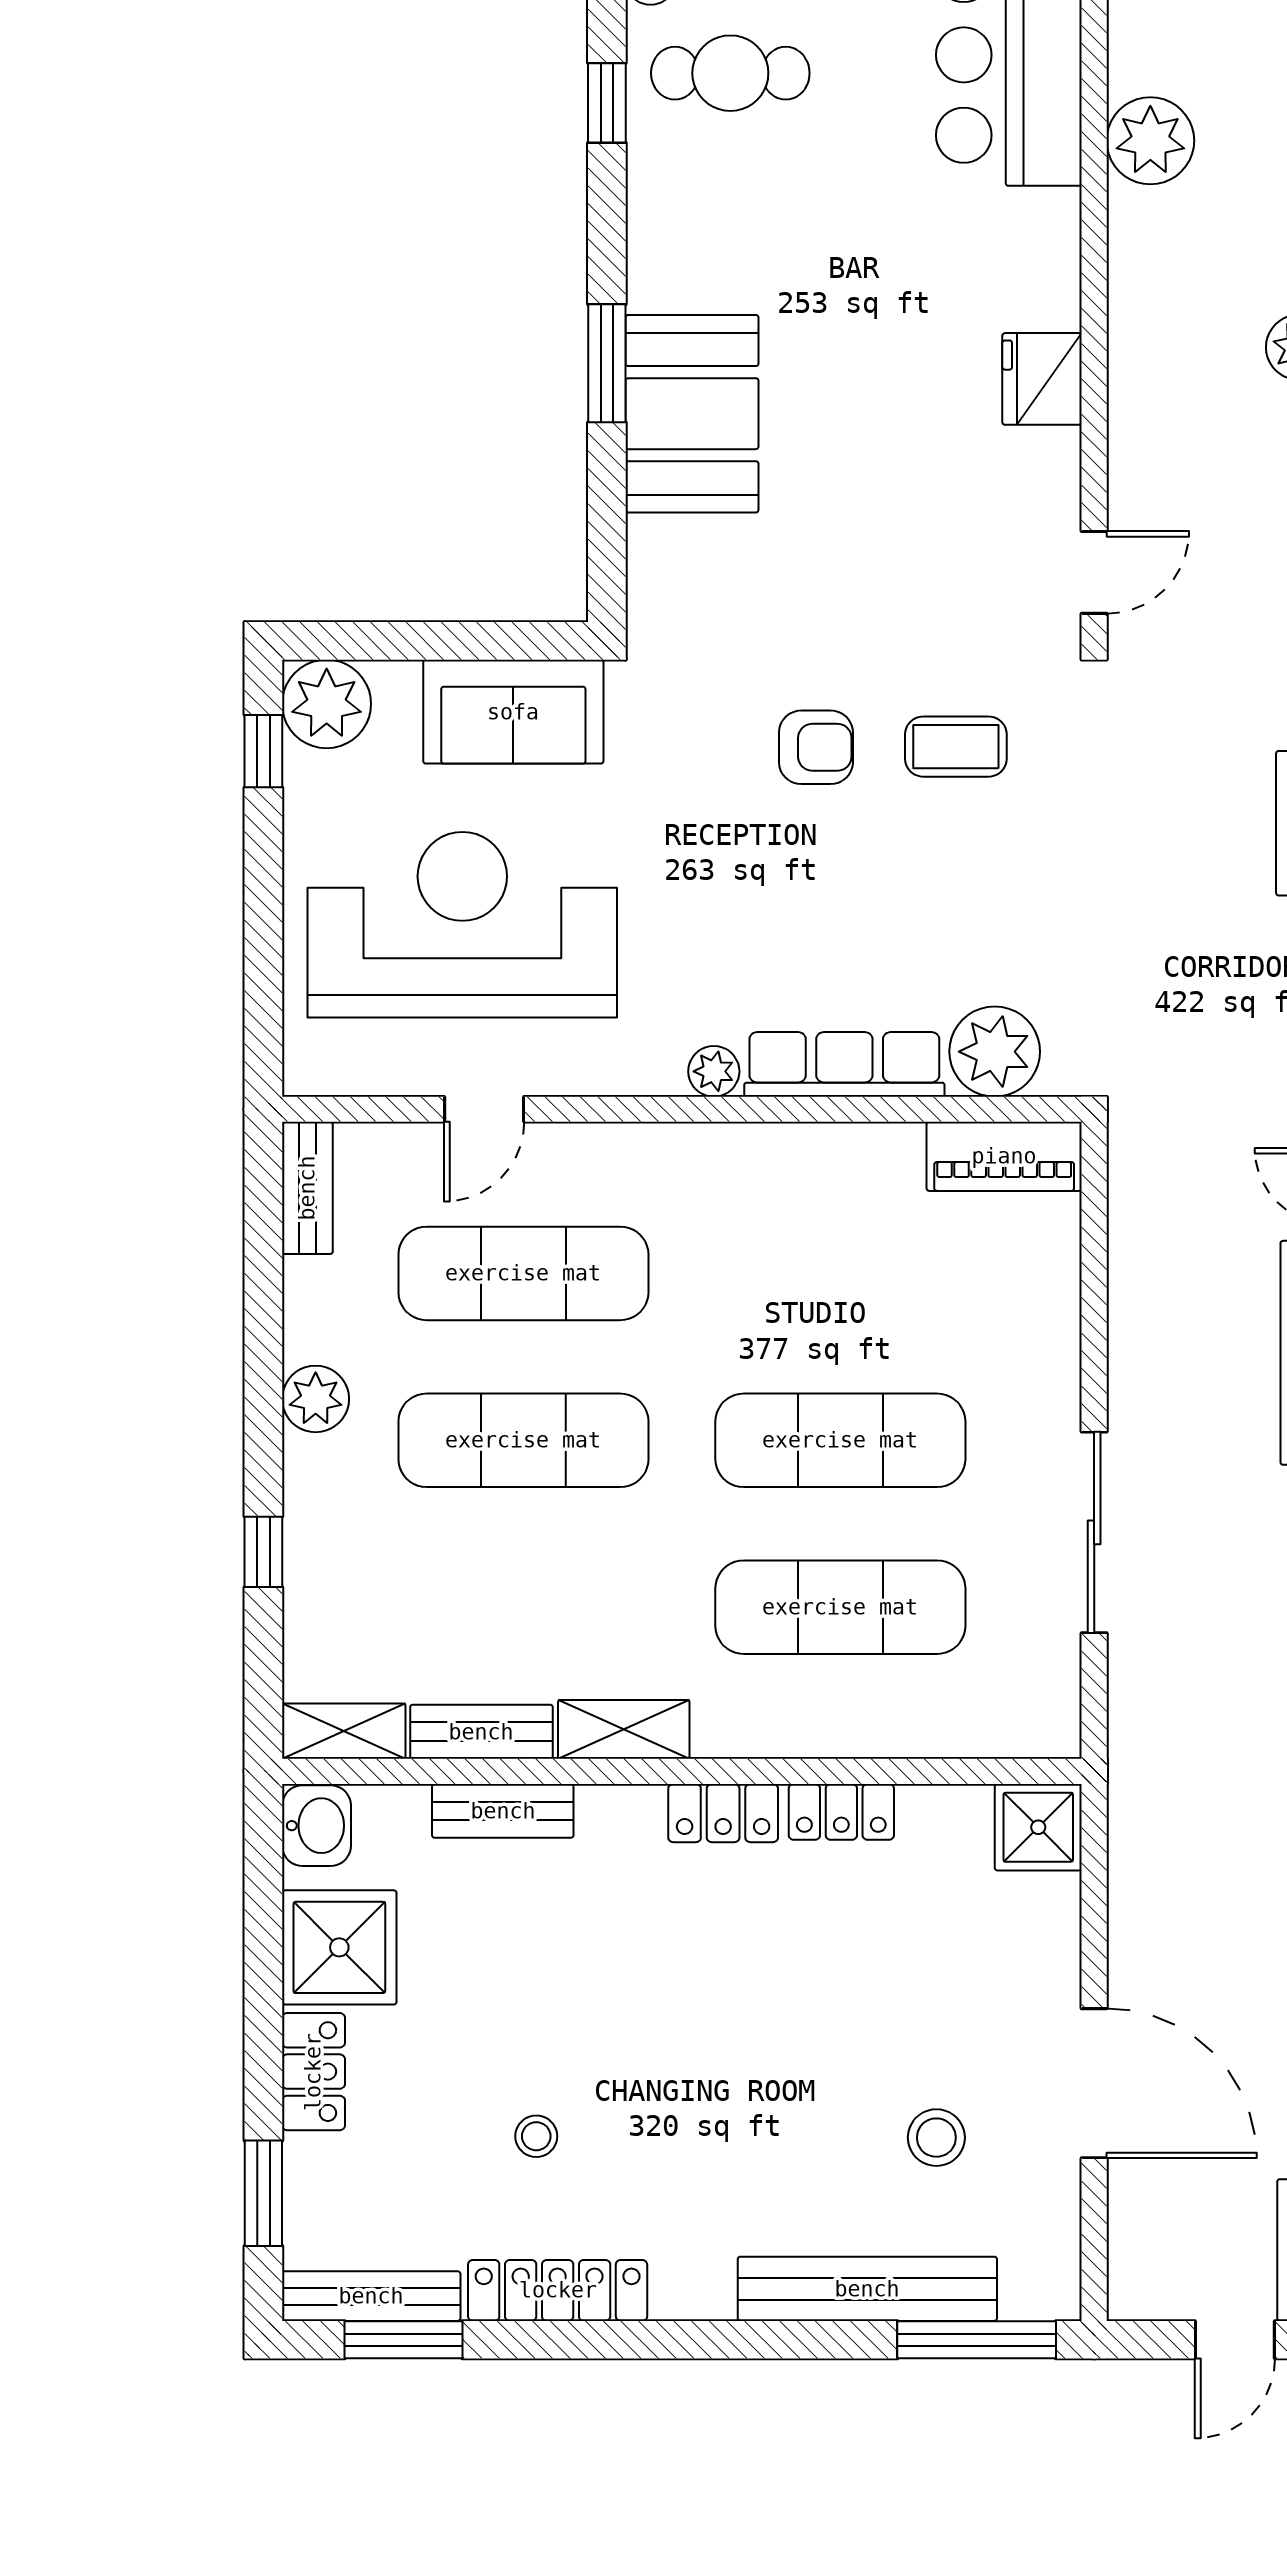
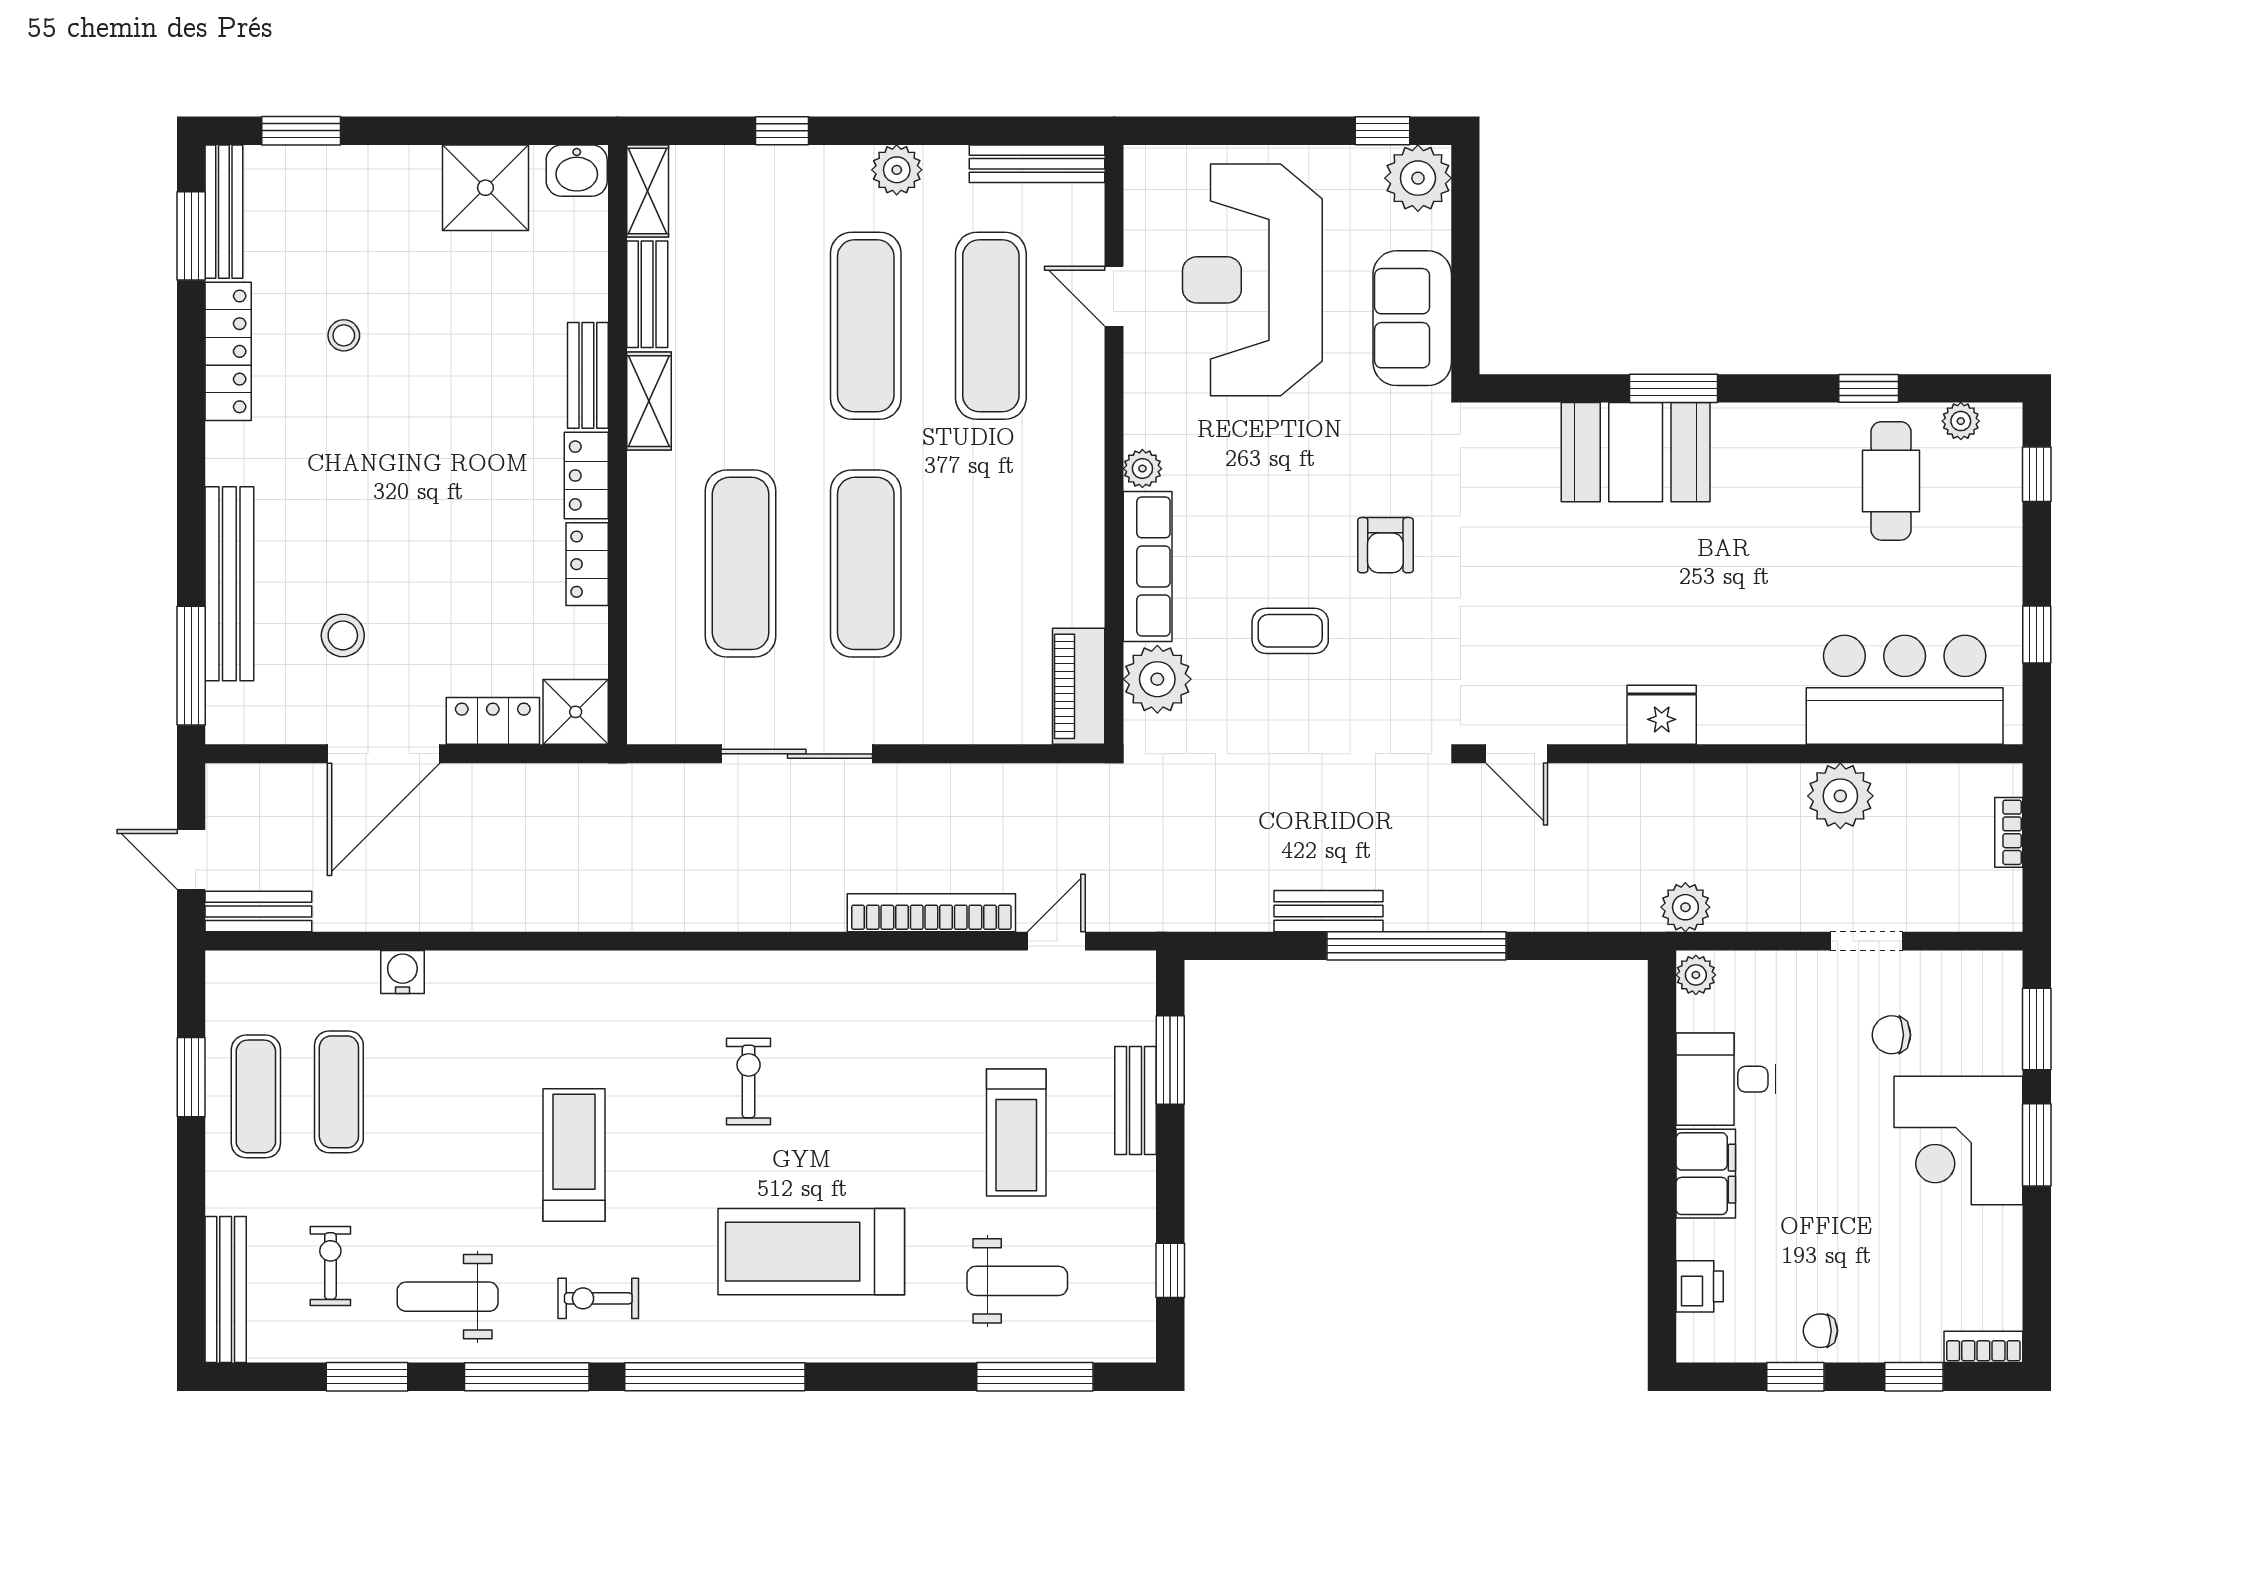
coffee table: (956, 747) -> (1290, 631), moved, turned 90
reception desk: (462, 925) -> (1252, 280), turned 180
bench: (307, 1188) -> (1037, 164), width x1.36
bench: (503, 1811) -> (588, 375), moved
locker: (313, 2072) -> (493, 721), moved, turned 180

